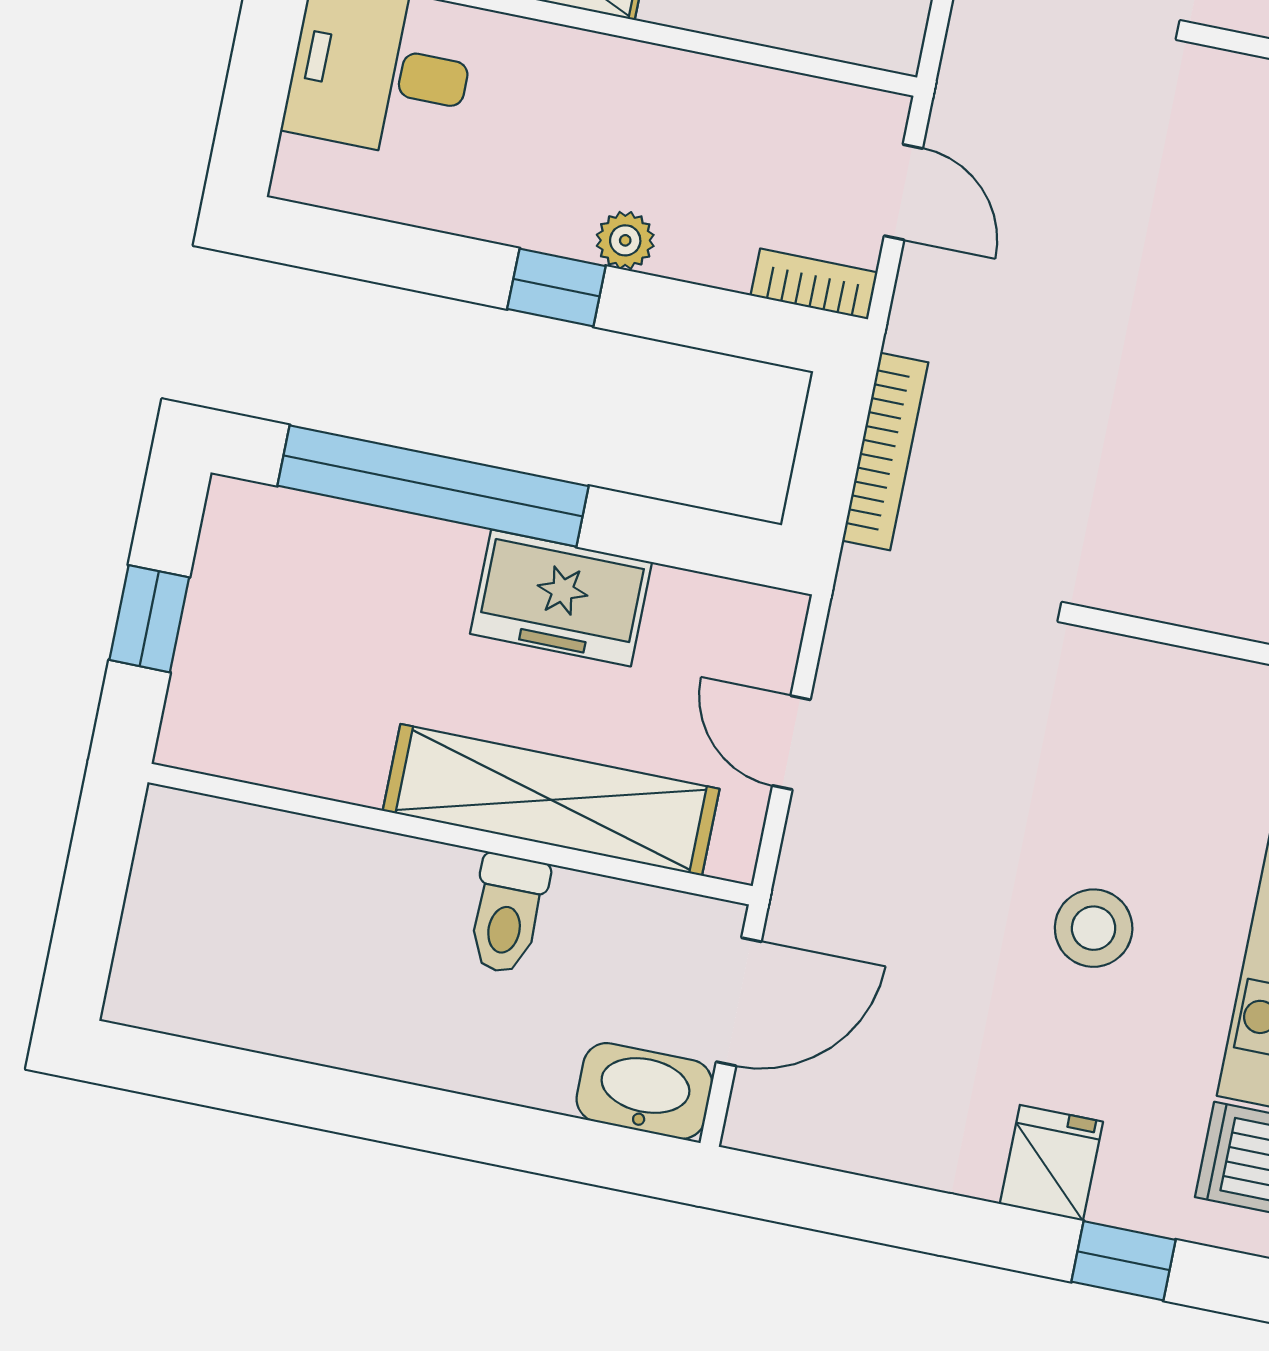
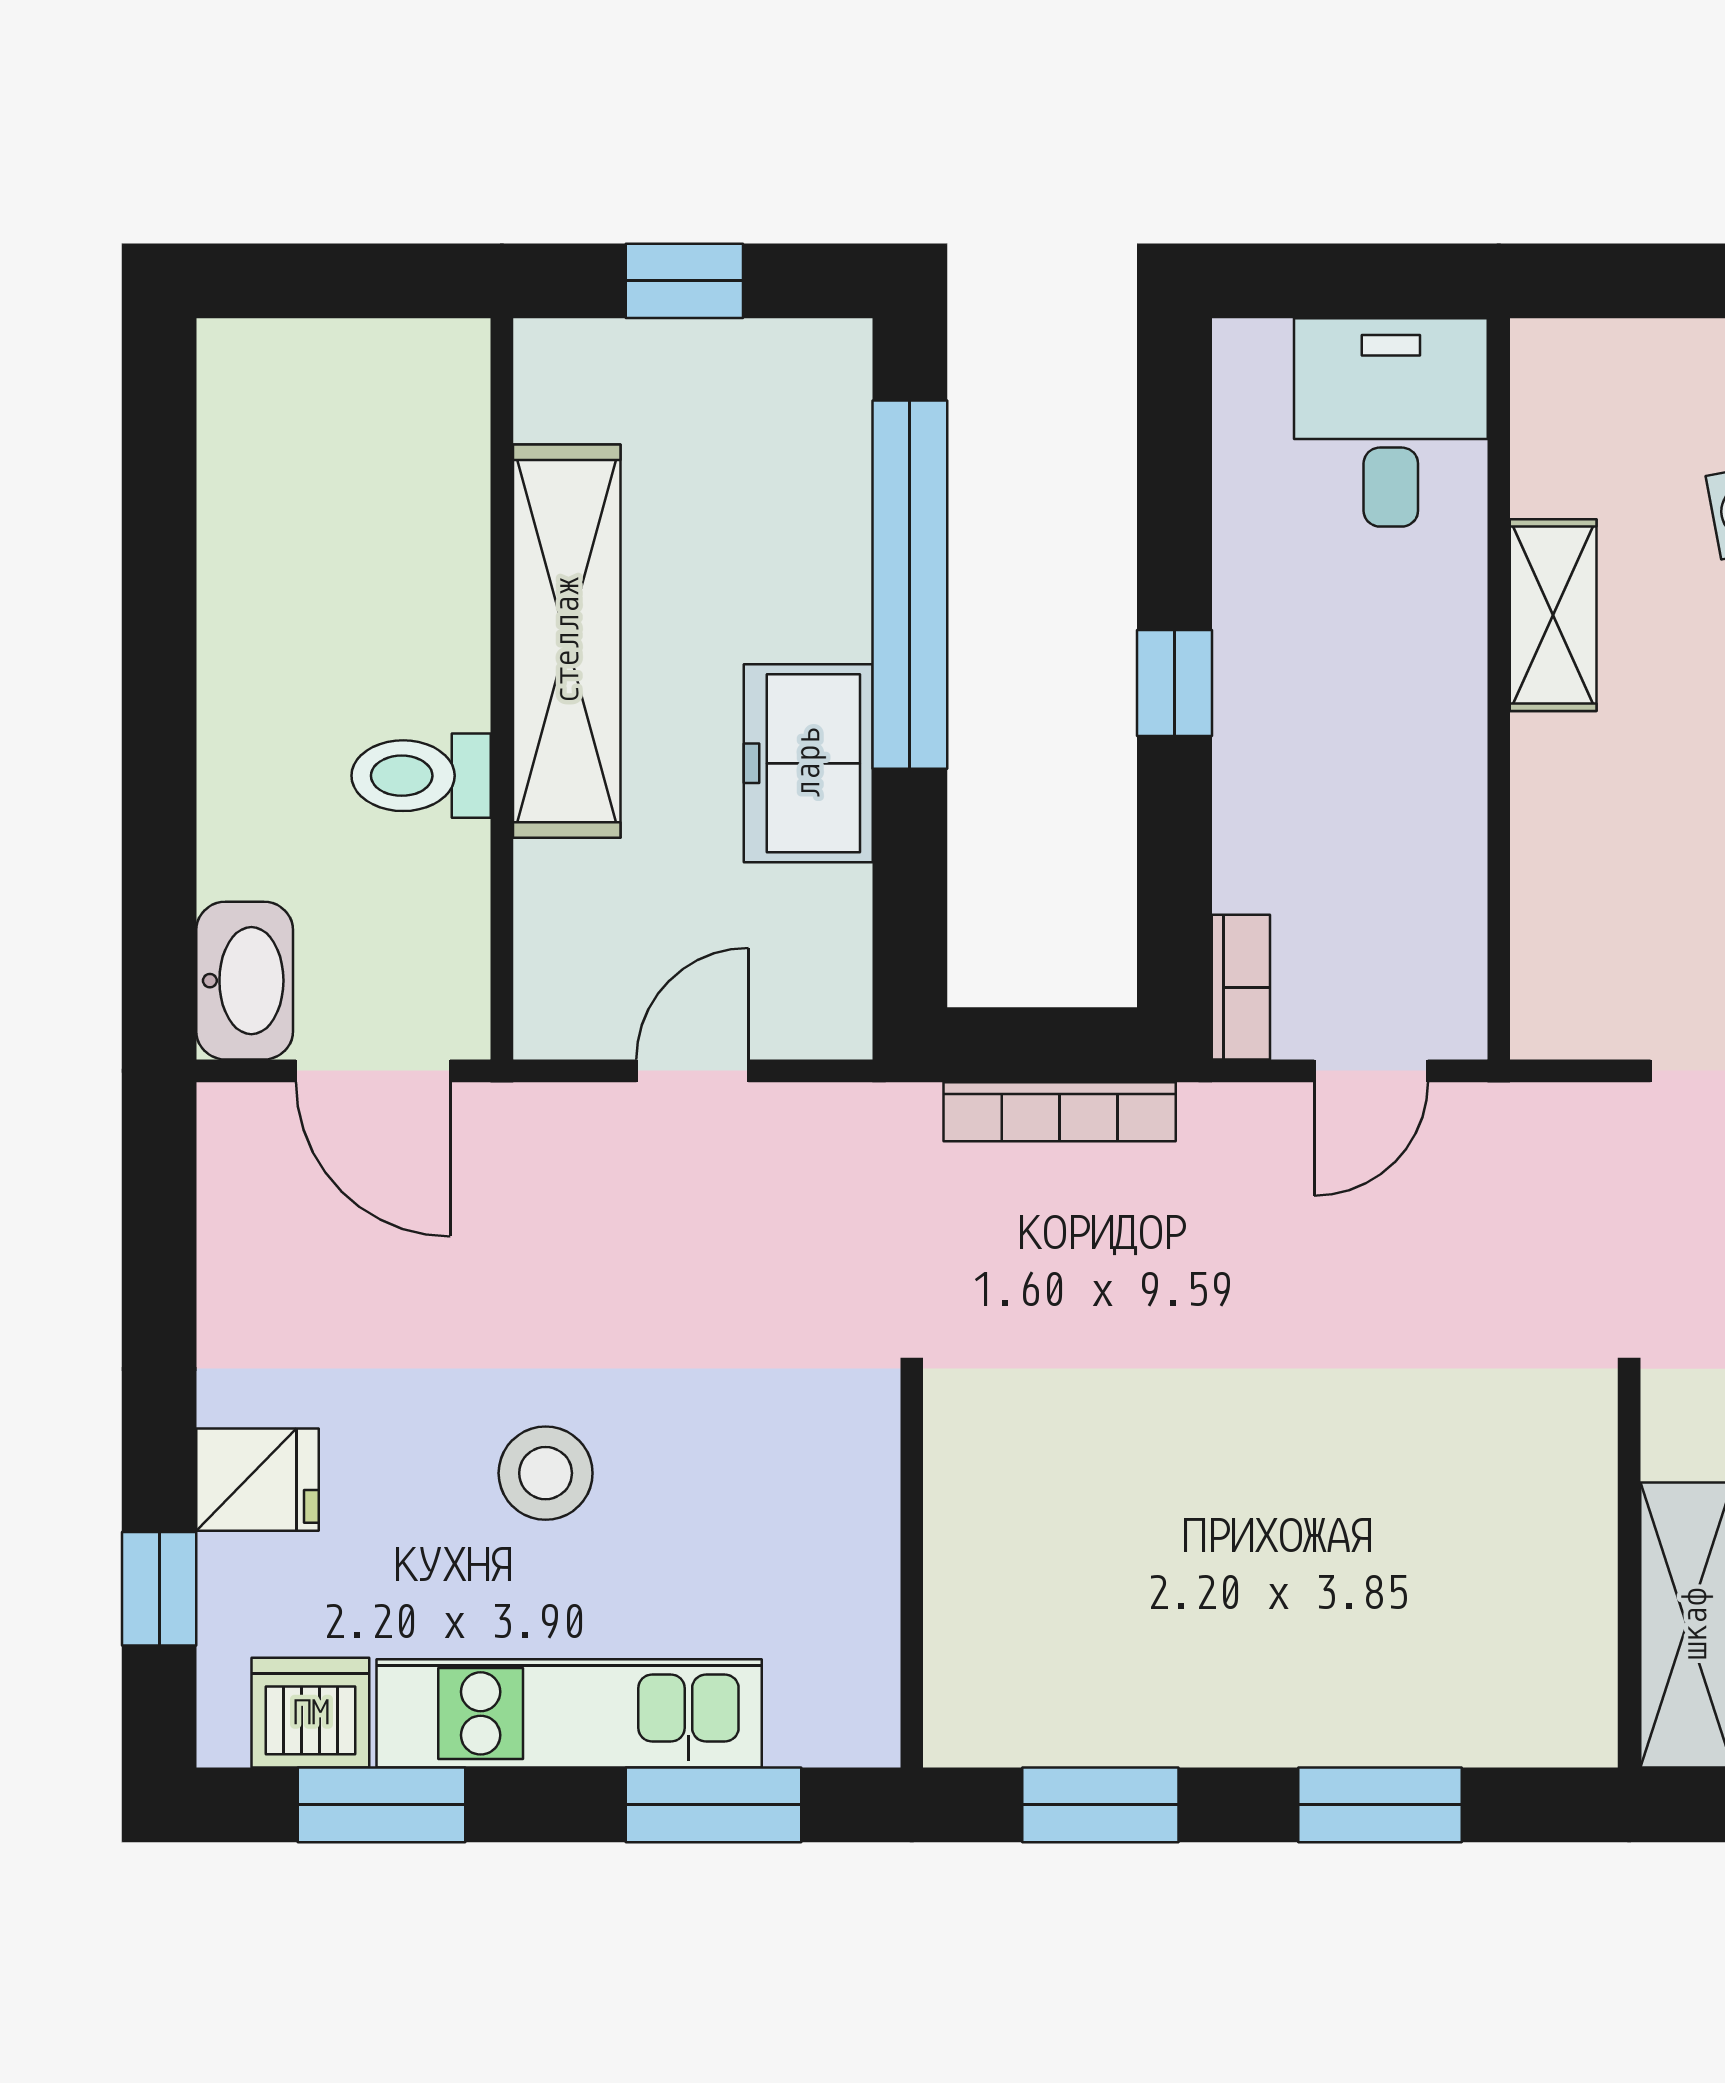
plant: (625, 240) -> (1247, 753), removed
shelving: (551, 800) -> (567, 641), moved

